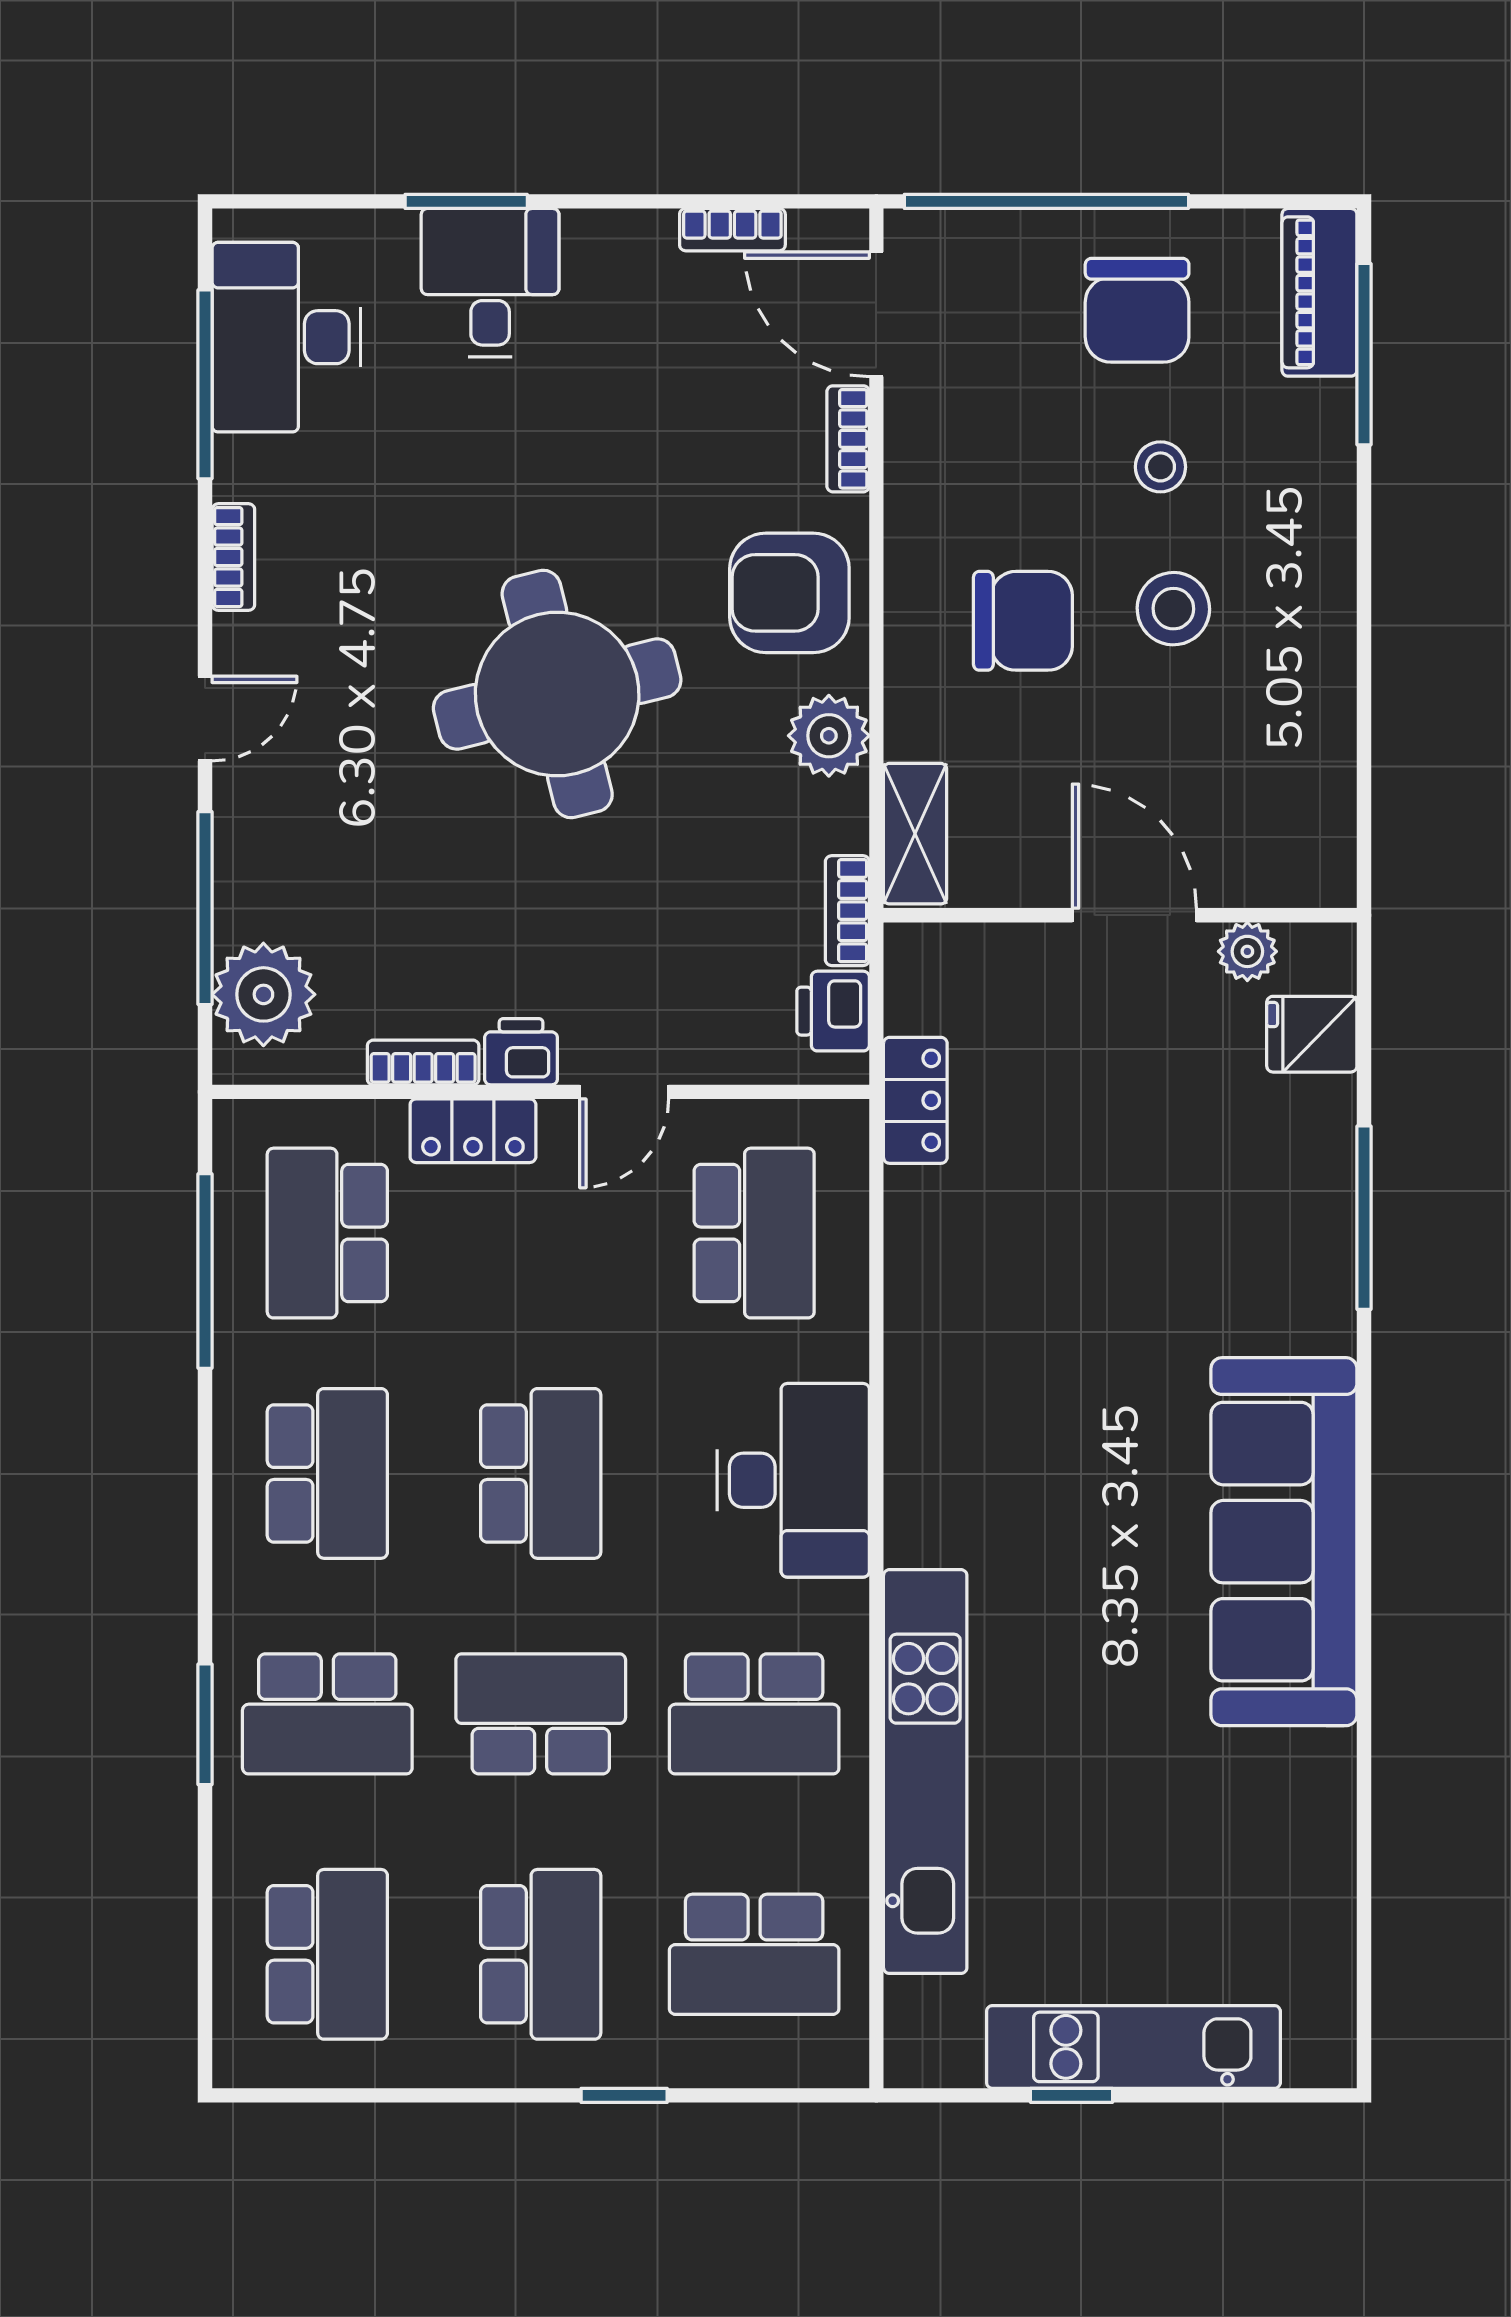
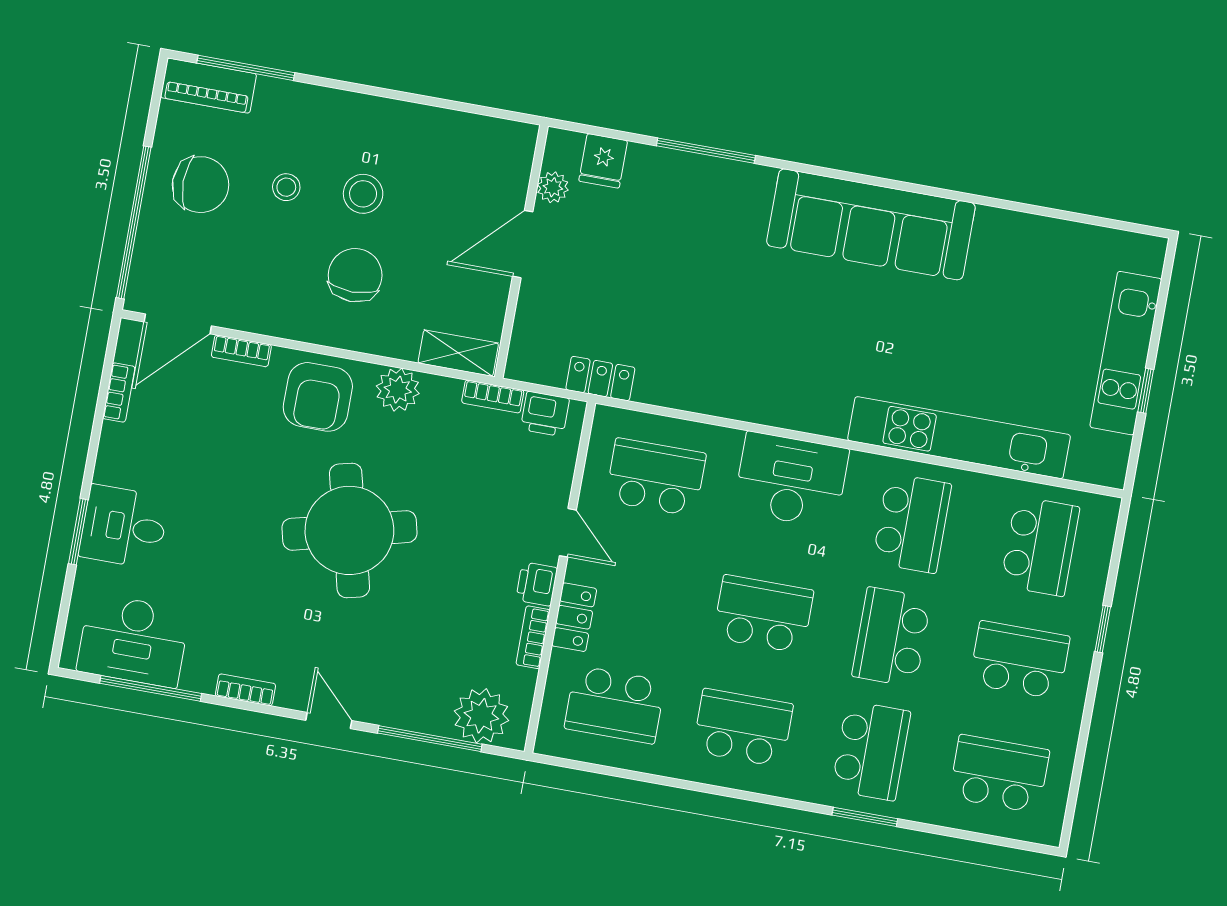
window: (205, 1271) -> (623, 773), removed

